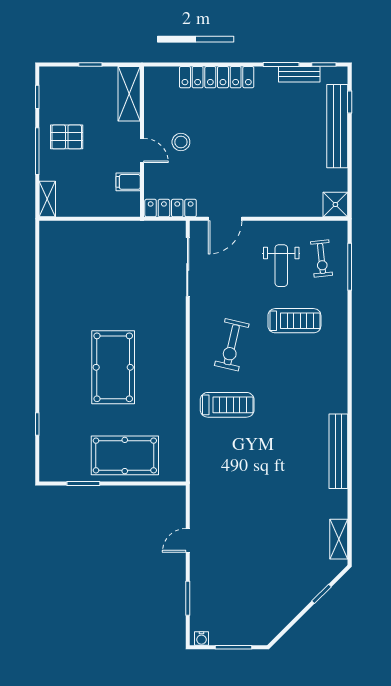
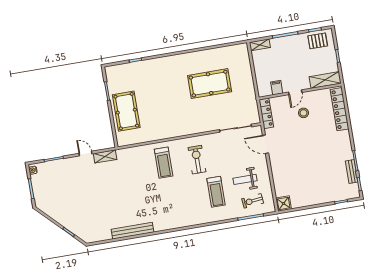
locker: (217, 77) -> (339, 109), moved
bench: (337, 126) -> (327, 197), removed
pallet: (67, 137) -> (318, 41), moved, turned 90
exercise bike: (232, 345) -> (197, 160), turned 77
pool table: (113, 367) -> (210, 84), moved
bench: (338, 451) -> (133, 231), moved
shelving: (339, 539) -> (105, 156), moved

